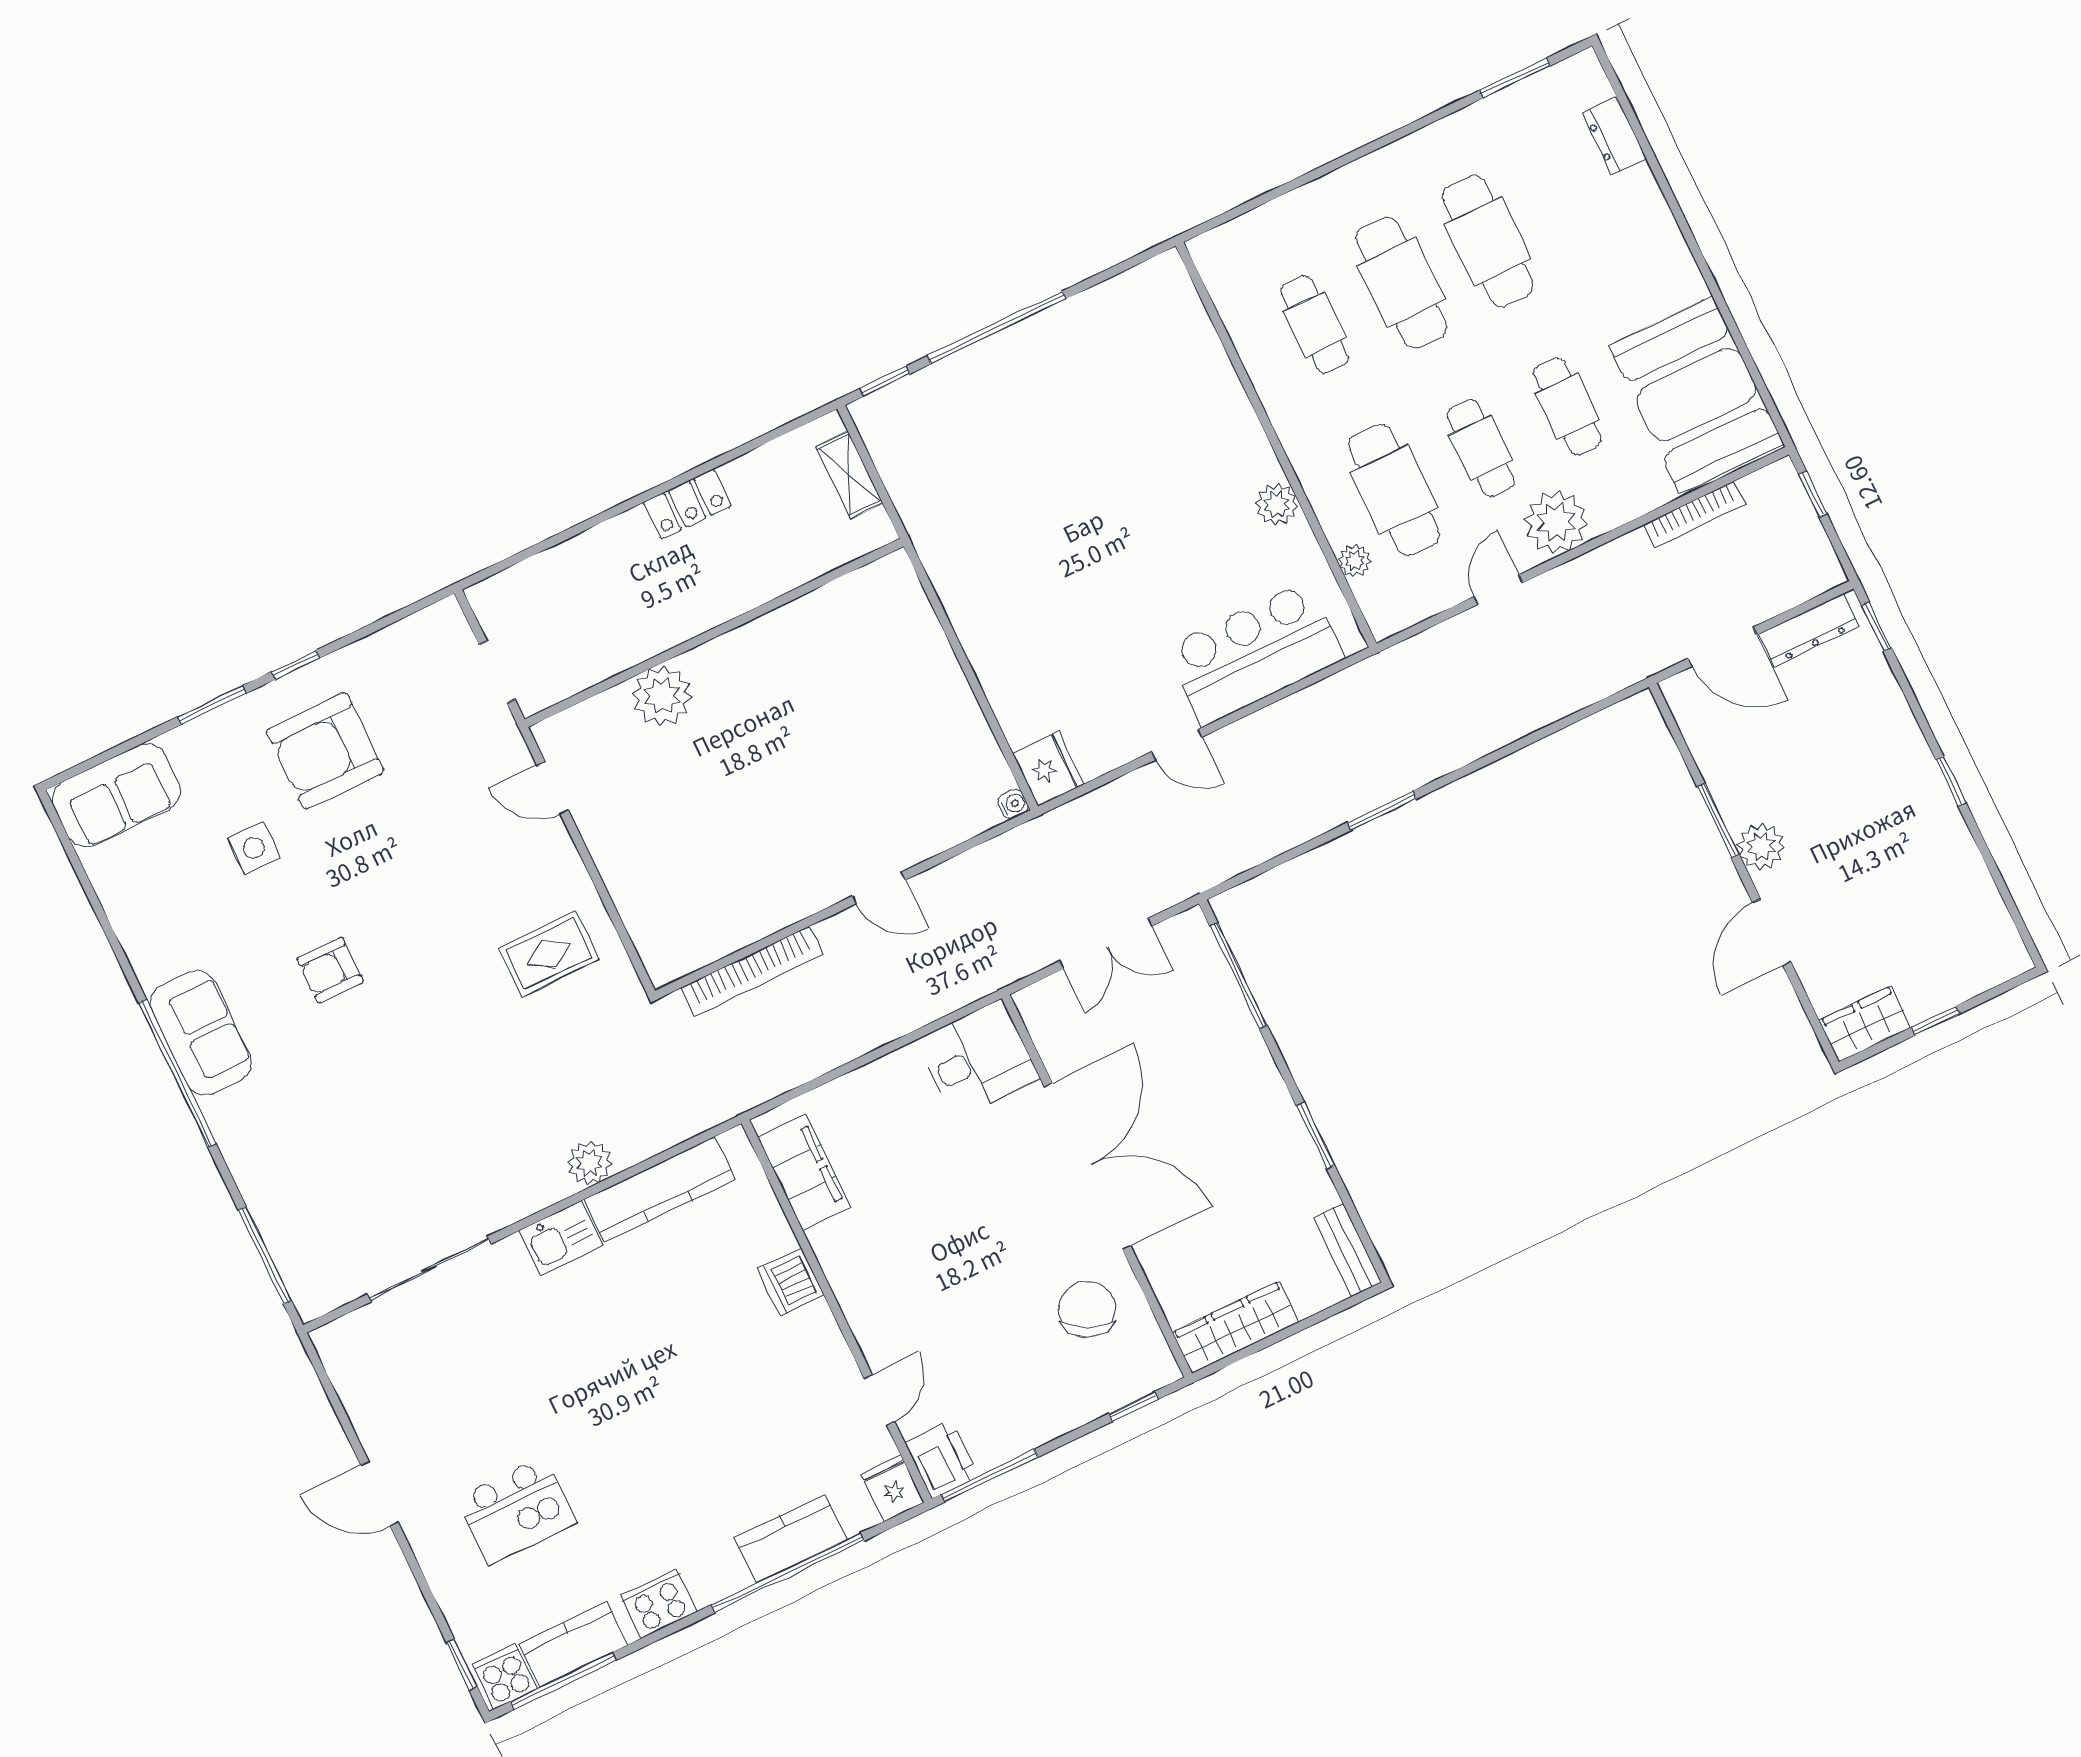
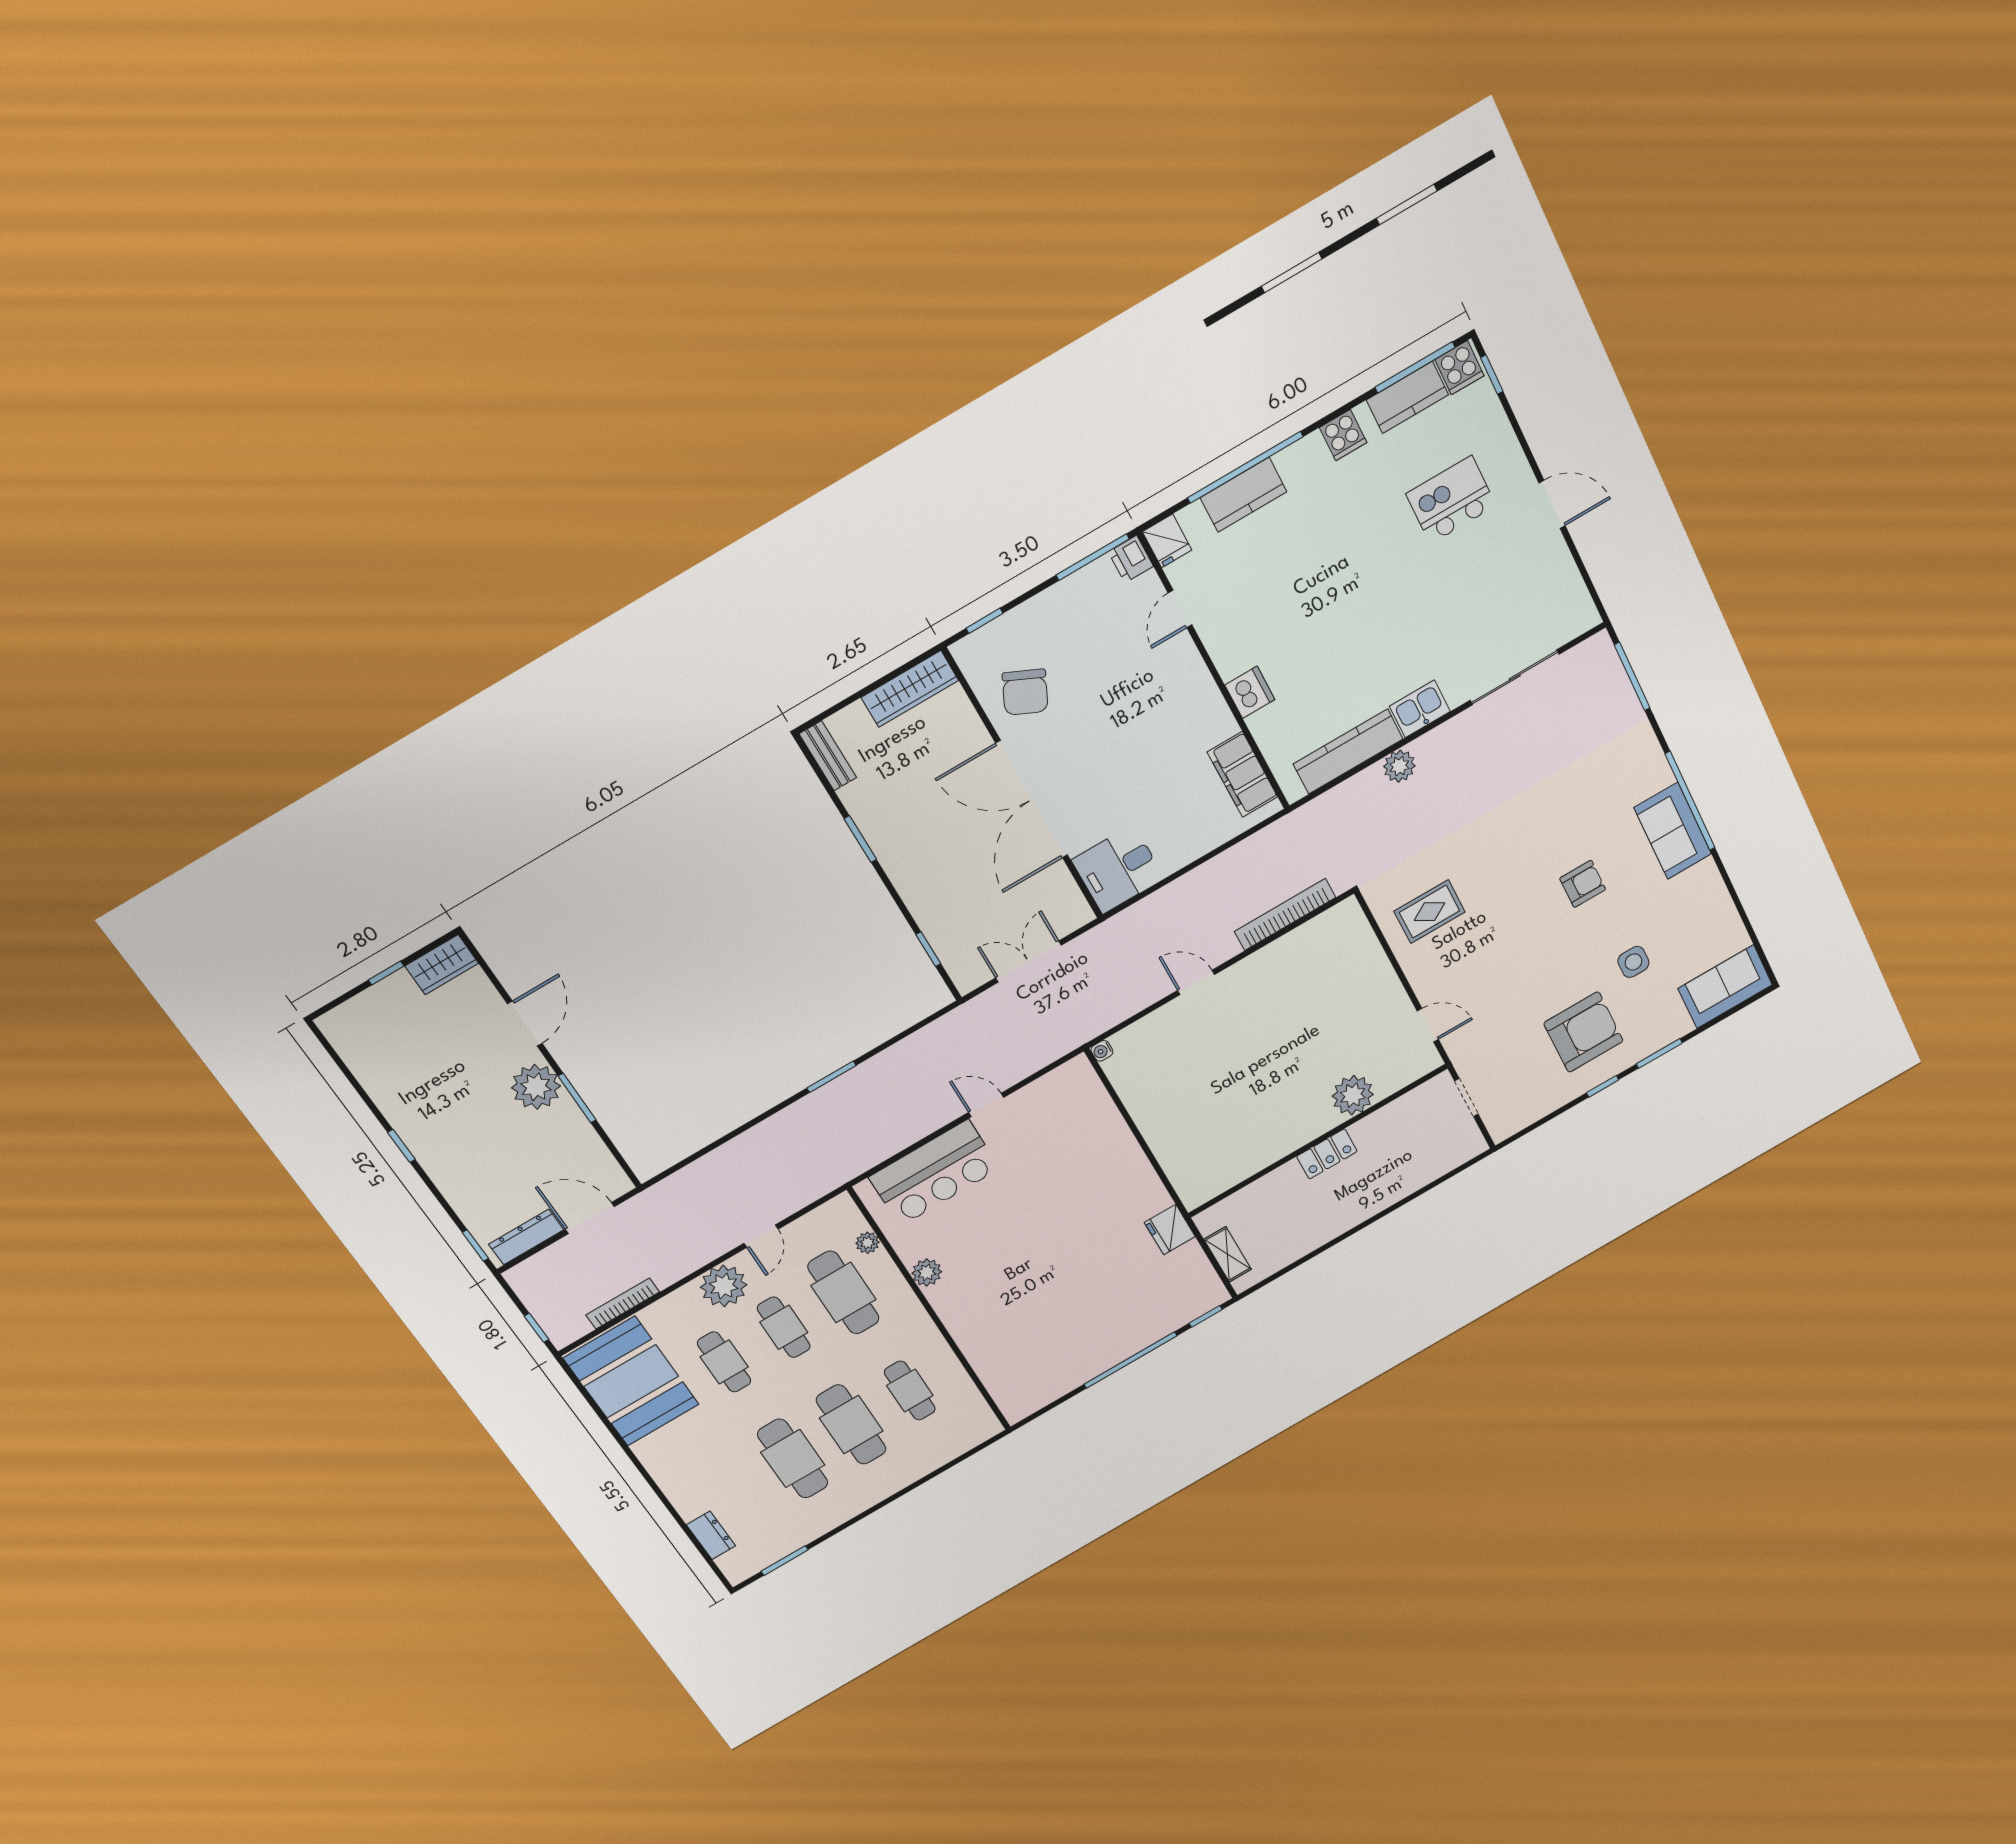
locker: (687, 504) -> (1327, 1154), moved, turned 180
fridge: (1048, 769) -> (1170, 1230), moved
plant: (1761, 847) -> (536, 1087), width x1.36, depth x1.36
window: (1239, 976) -> (928, 949), width x0.46
printer: (941, 1459) -> (1131, 559), width x0.73, depth x0.81
cooker: (659, 1604) -> (1343, 435), width x0.73

